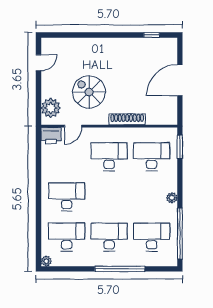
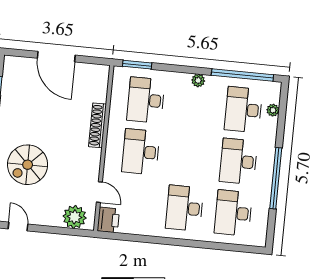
spiral stairs: (89, 92) -> (28, 165), moved
plant: (46, 261) -> (273, 110), moved
window: (120, 269) -> (276, 178), moved

